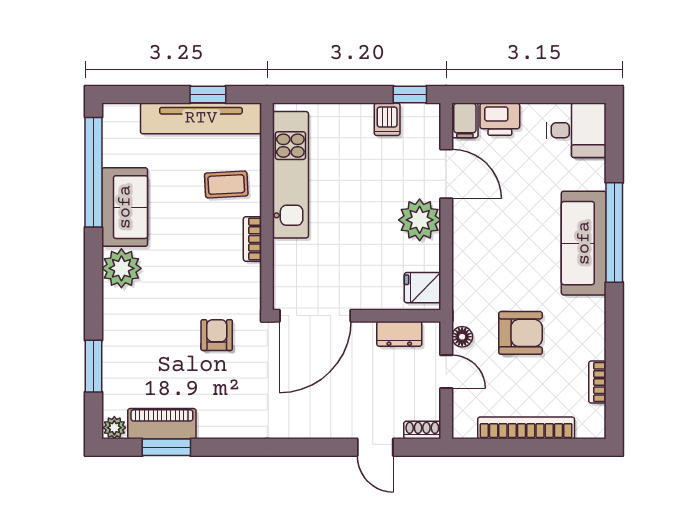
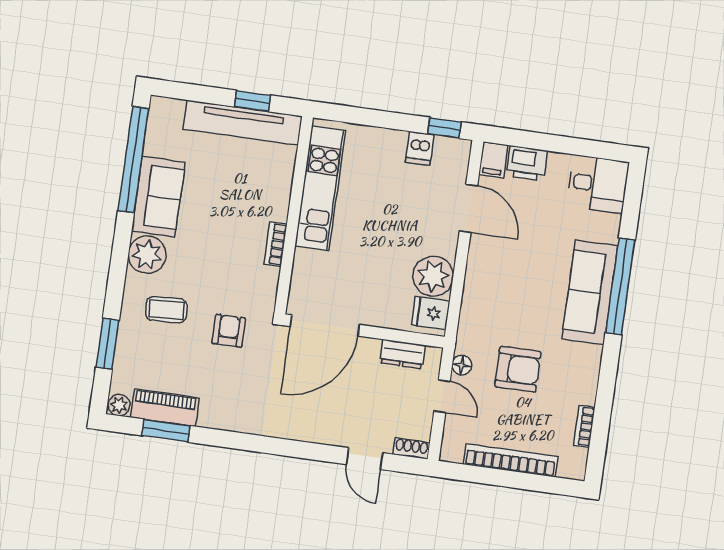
coffee table: (226, 184) -> (166, 310), moved
plant: (420, 220) -> (433, 276), moved

